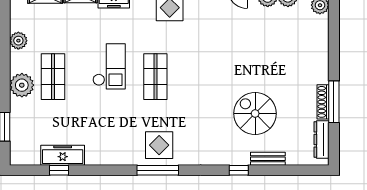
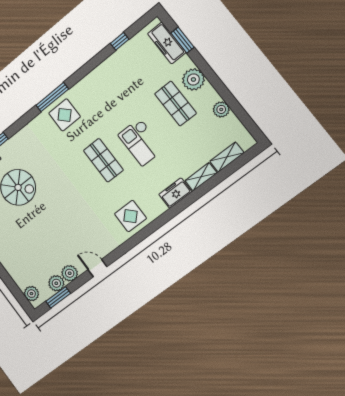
freezer: (63, 155) -> (167, 43), moved, turned 90

